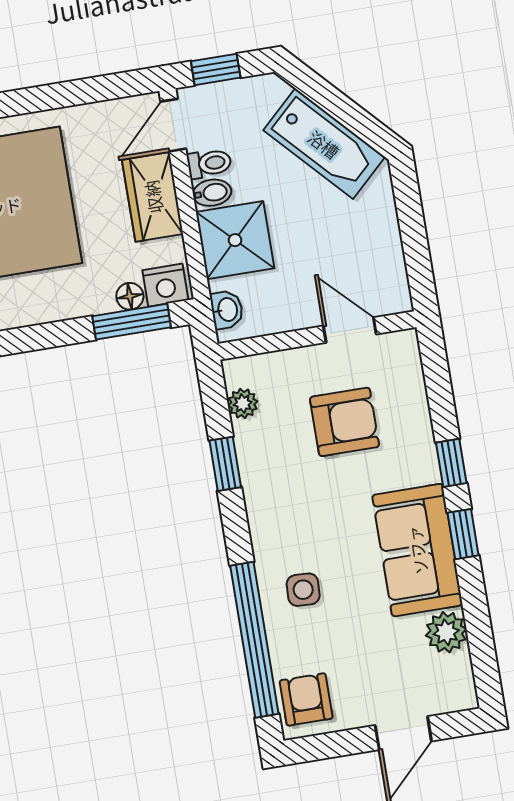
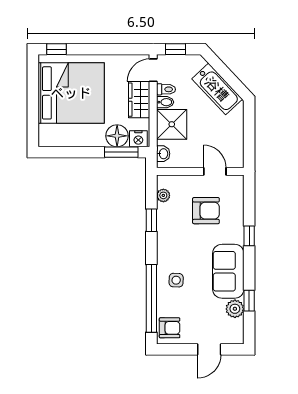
floor lamp: (130, 296) -> (117, 136), width x1.89, depth x1.89
window: (463, 534) -> (249, 301), moved
armchair: (306, 699) -> (170, 328), turned 90

